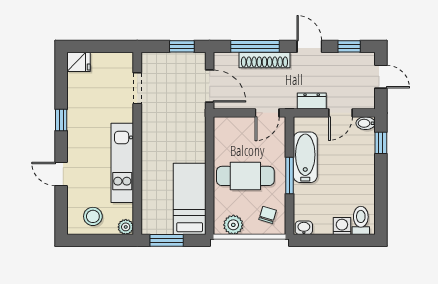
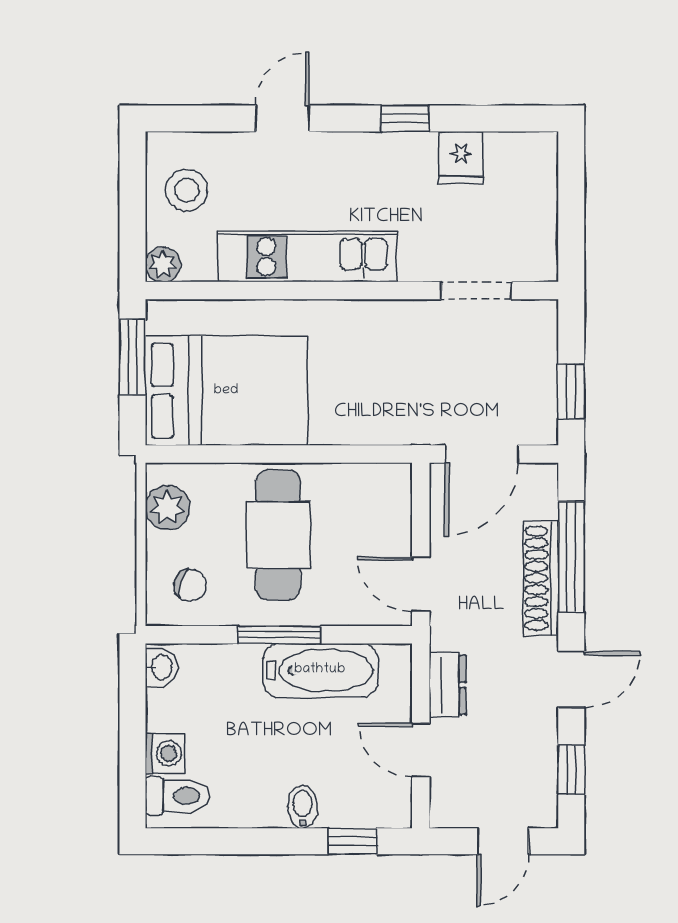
fridge: (79, 62) -> (461, 158), moved
bidet: (366, 123) -> (303, 807), moved
bed: (190, 199) -> (226, 391), width x1.50

